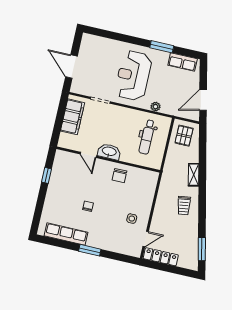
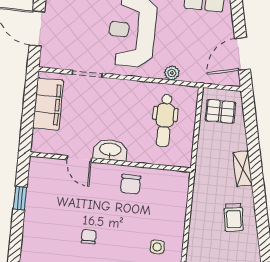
pallet: (184, 136) -> (221, 111), turned 90

